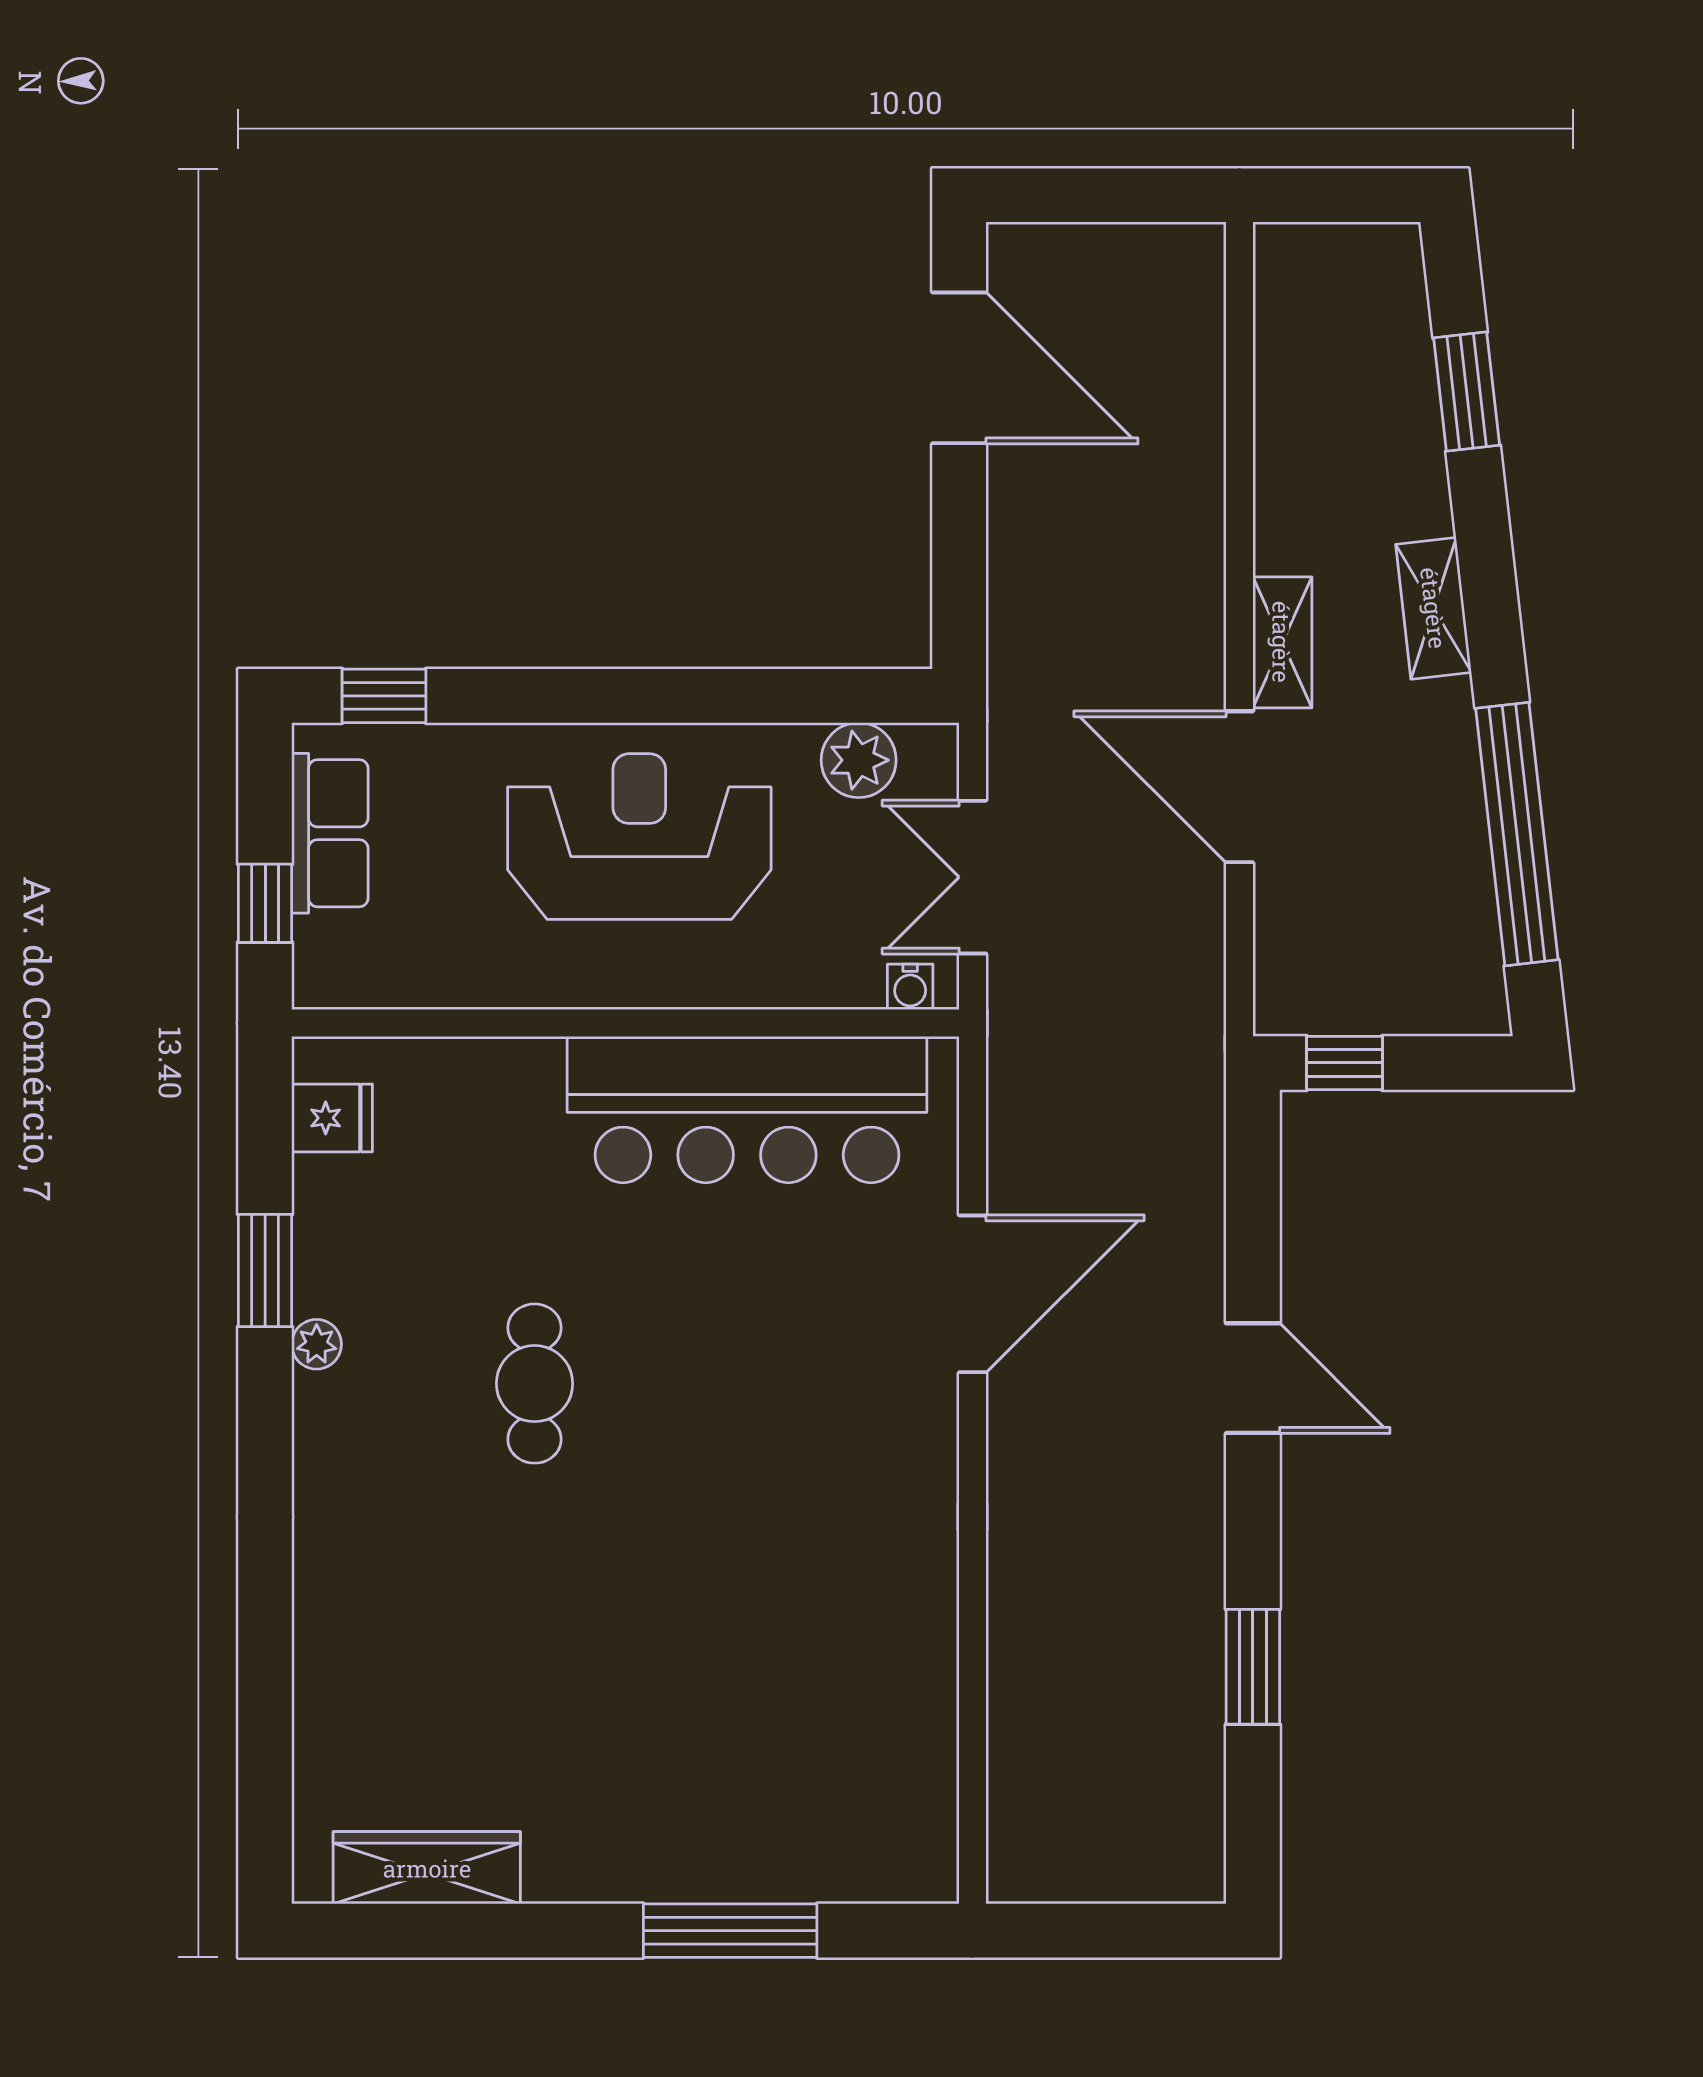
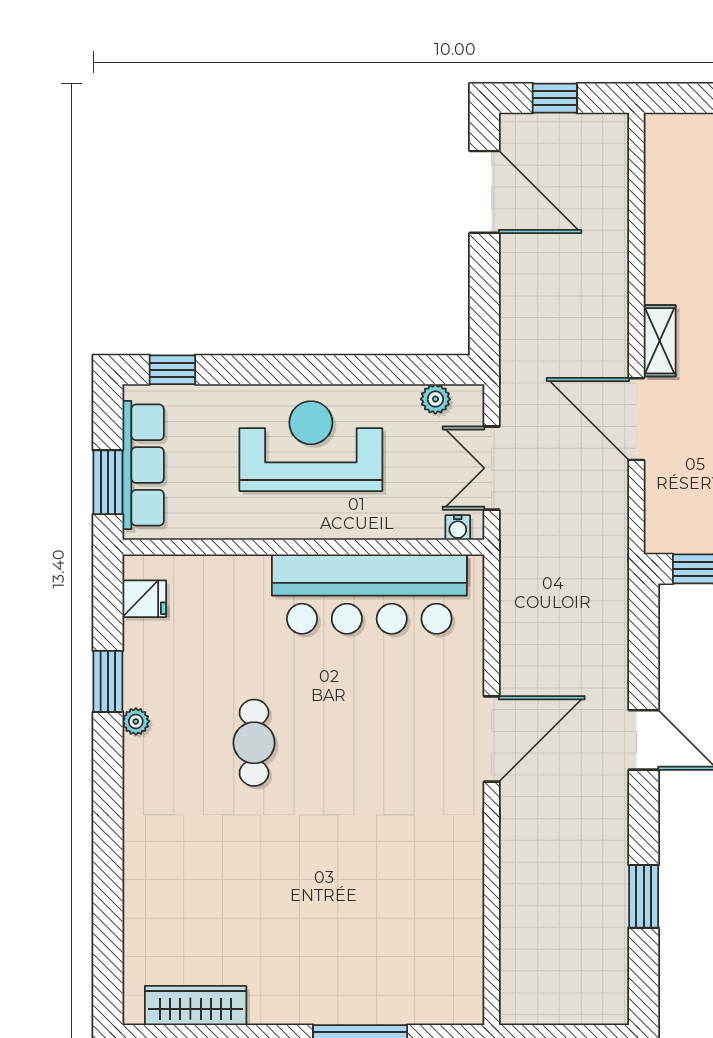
window: (1089, 195) -> (555, 98), added
plant: (859, 760) -> (435, 399), width x0.73, depth x0.73
row of seats: (330, 833) -> (143, 465), width x1.48
window: (265, 903) -> (108, 482), width x1.50
door: (973, 1294) -> (492, 739), moved

